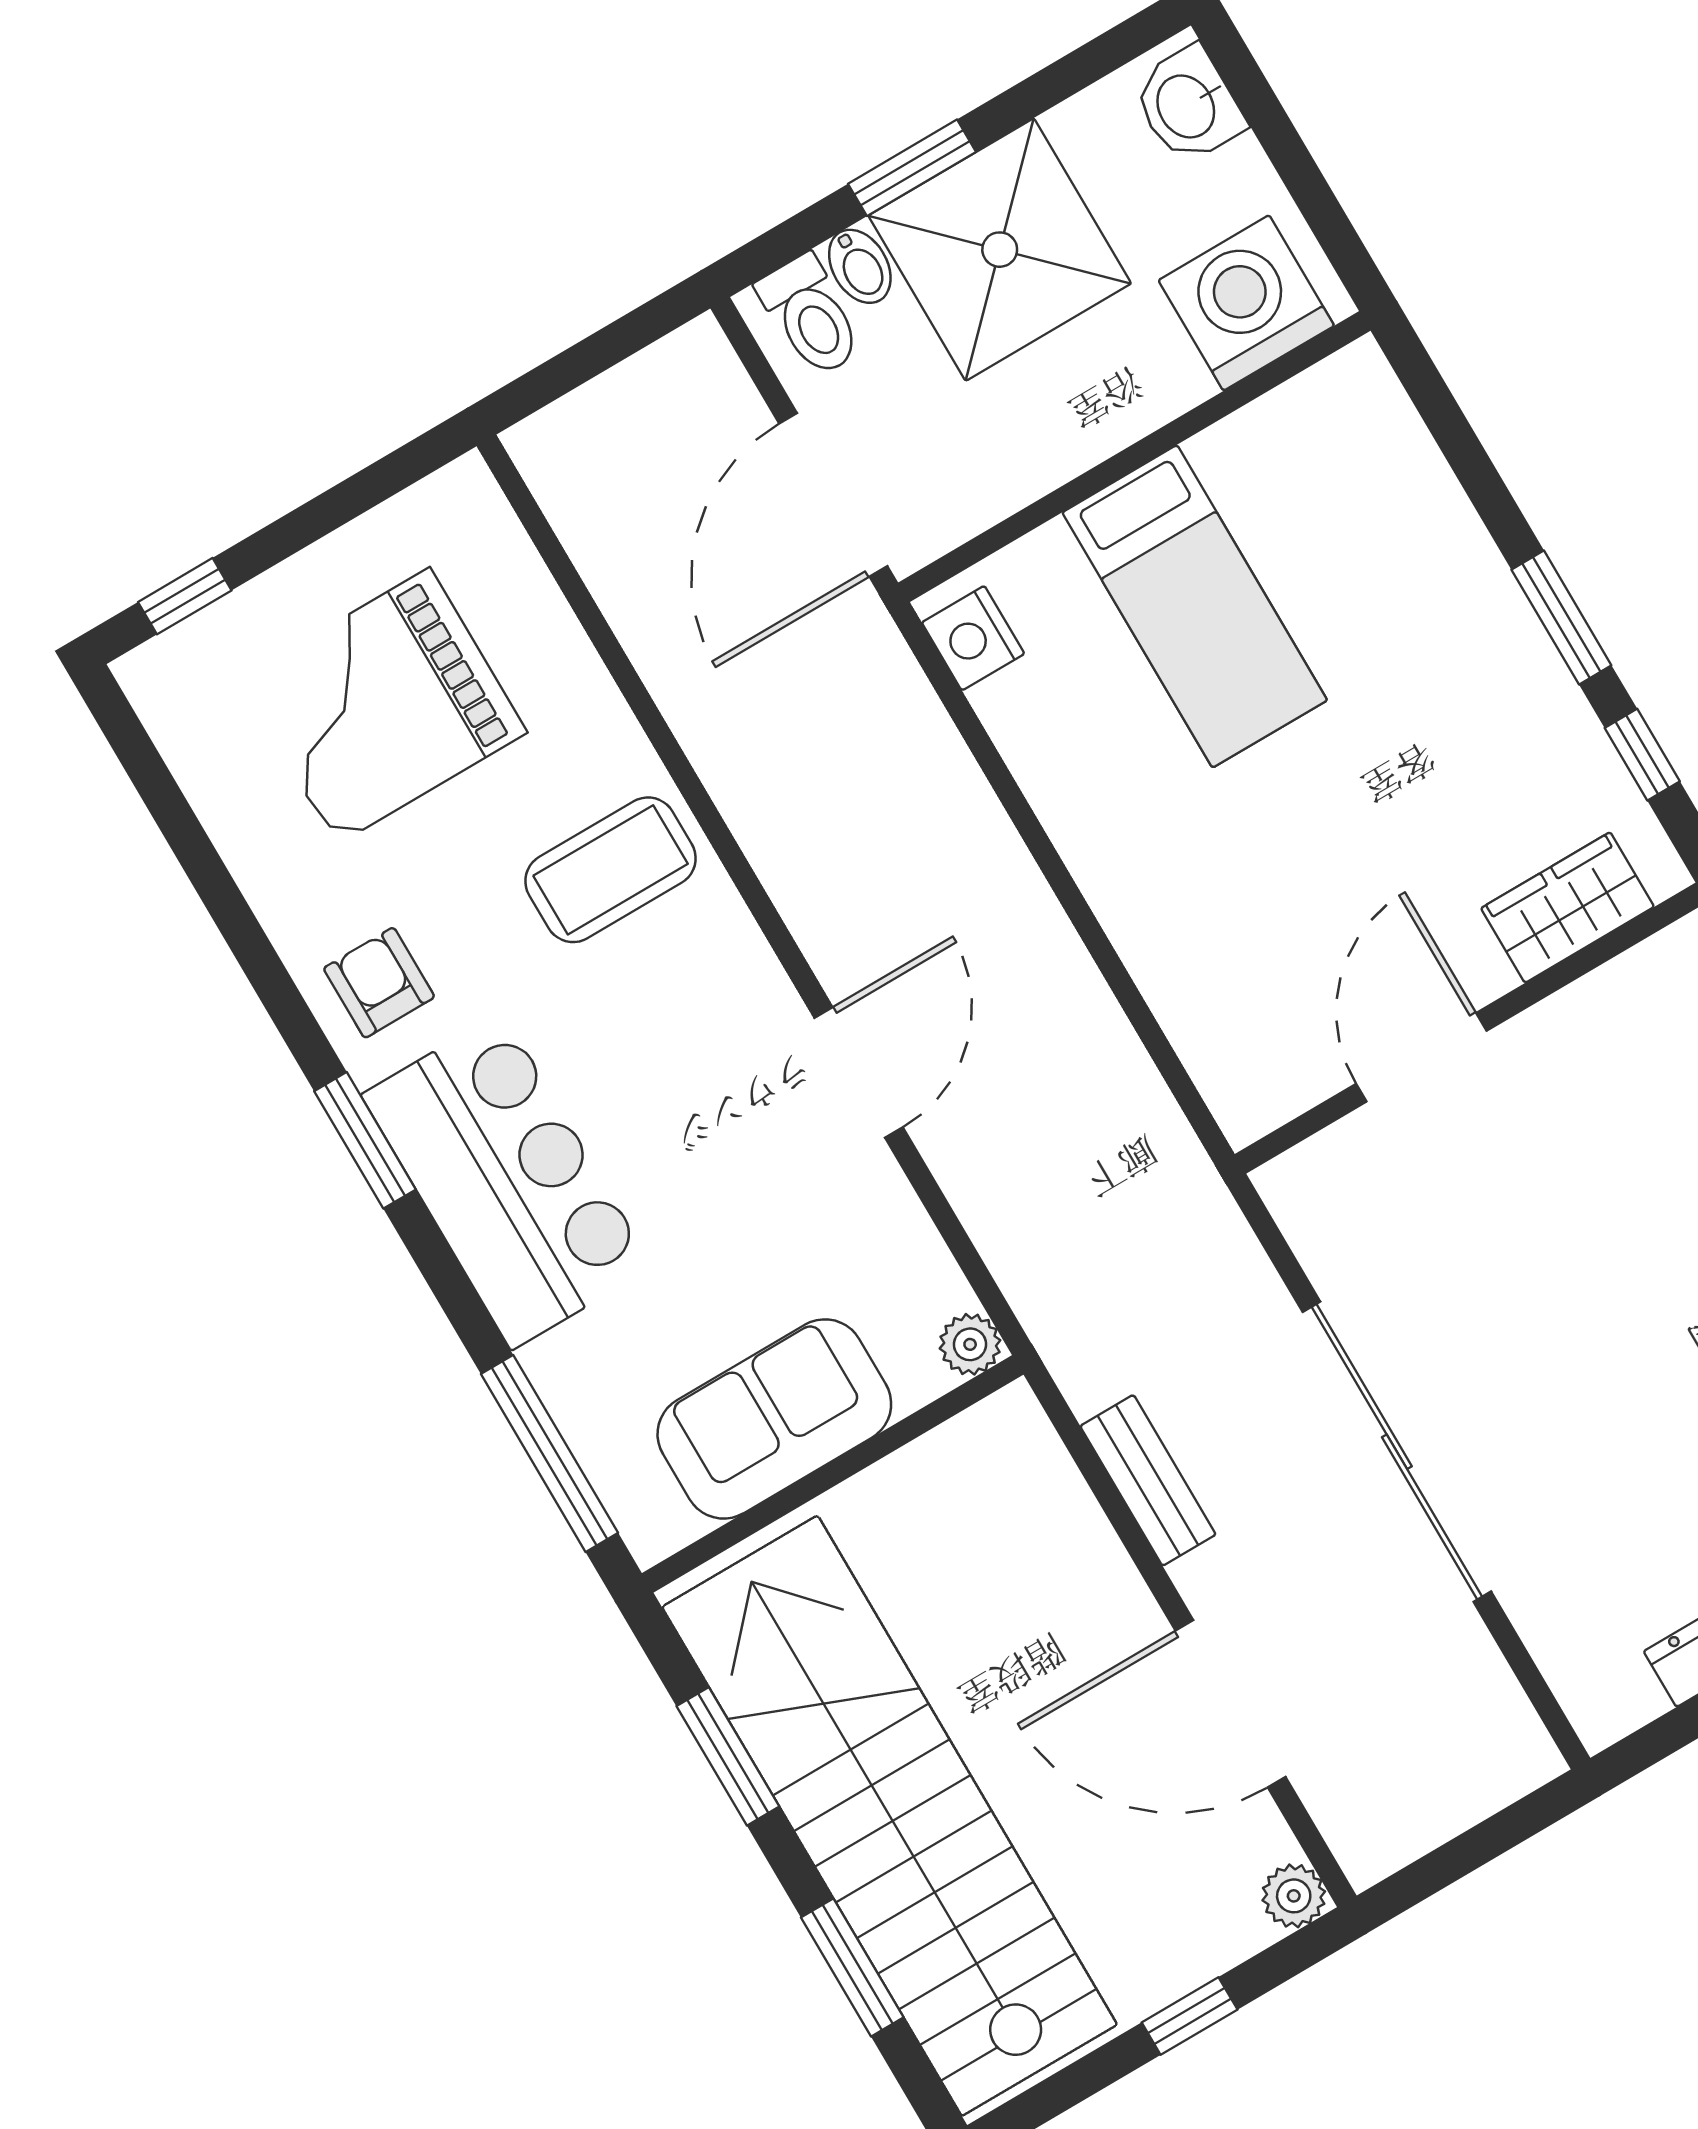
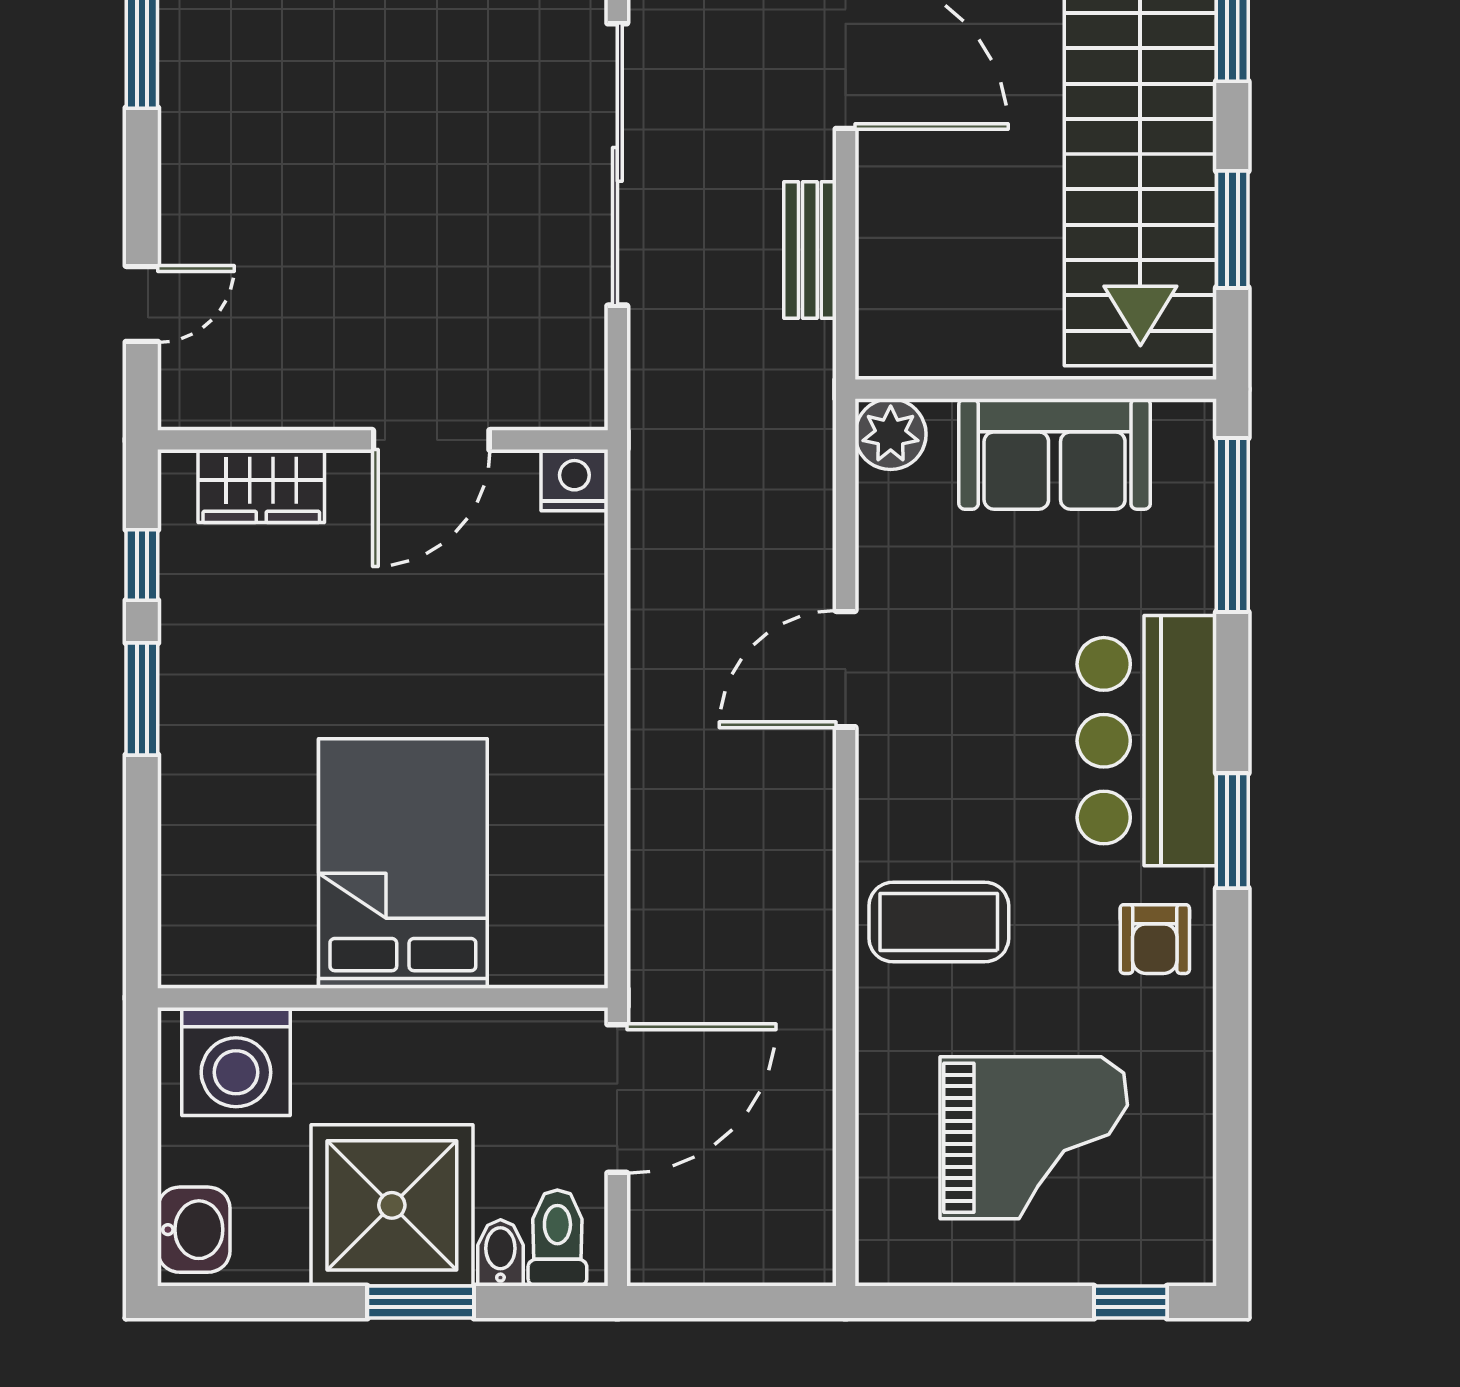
bed: (1195, 606) -> (403, 864), width x1.50
nightstand: (973, 638) -> (574, 480), moved, turned -90
plant: (970, 1344) -> (891, 434), width x1.38, depth x1.38

